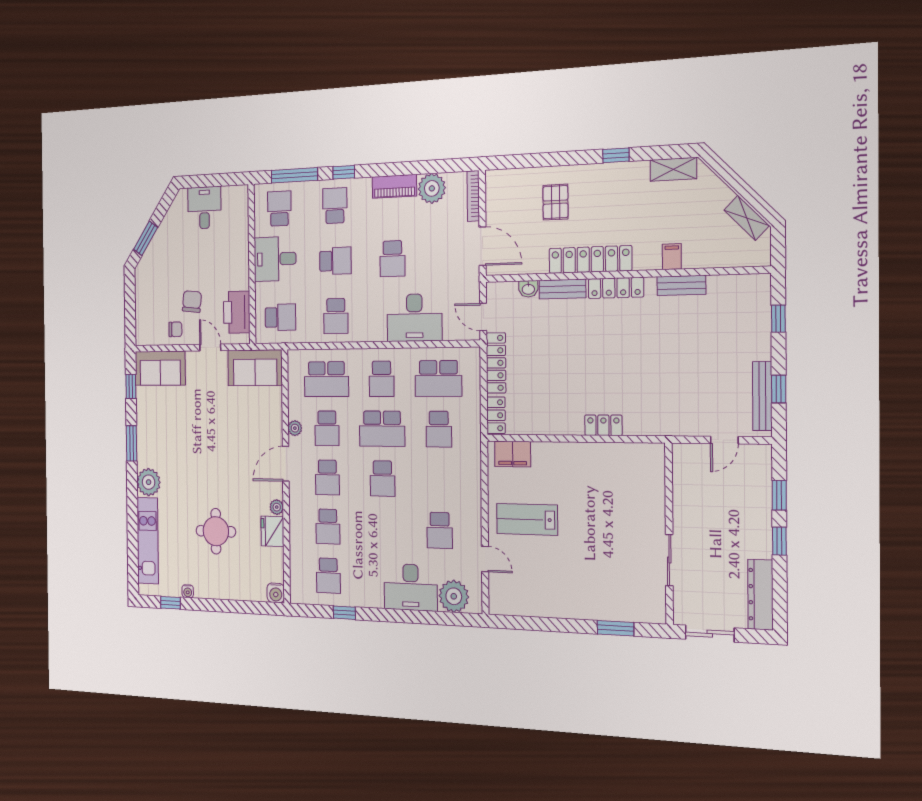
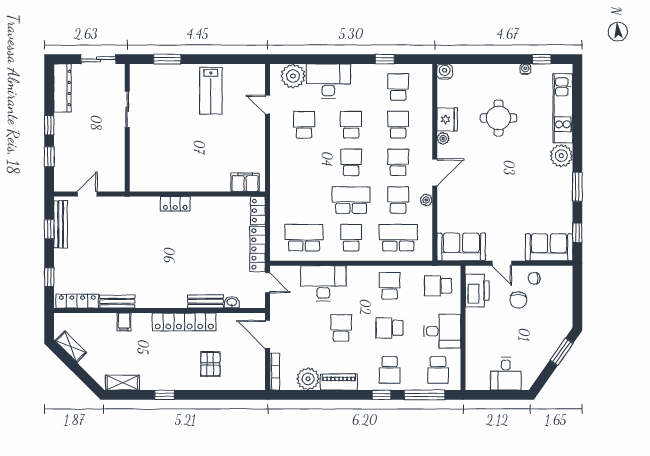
locker: (616, 288) -> (77, 301), moved
school desk: (439, 429) -> (351, 125), moved
lab bench: (527, 519) -> (211, 91), moved, turned 90

